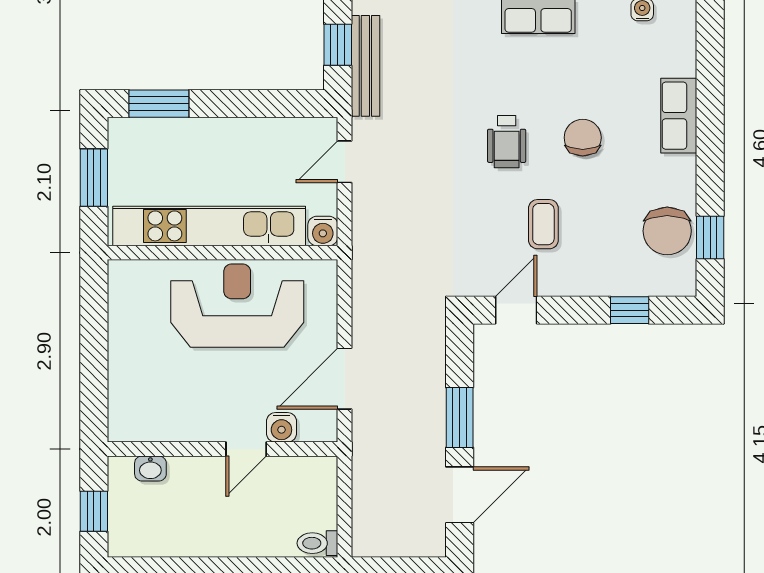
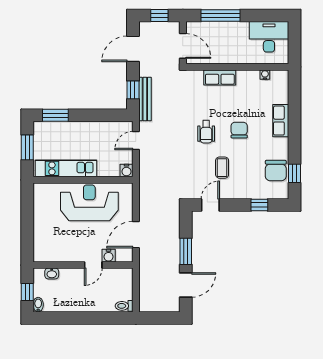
kitchen unit: (209, 226) -> (66, 168), width x0.73
bidet: (119, 540) -> (38, 305), added

